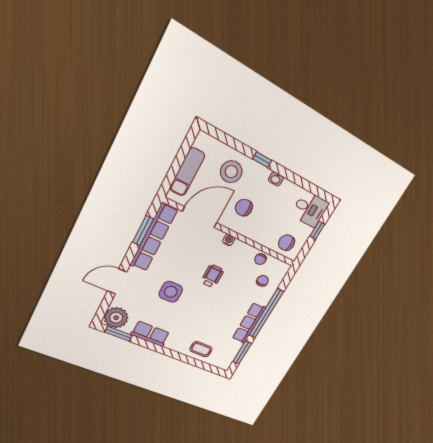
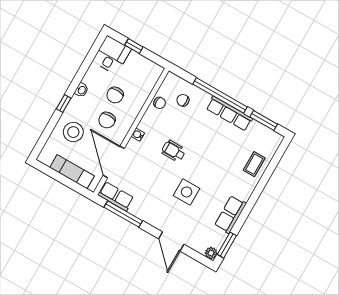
window: (143, 231) -> (123, 214), width x1.44
row of seats: (154, 237) -> (116, 196), width x0.50
chair: (286, 243) -> (115, 95), moved
plant: (116, 318) -> (211, 253), width x0.53, depth x0.53

